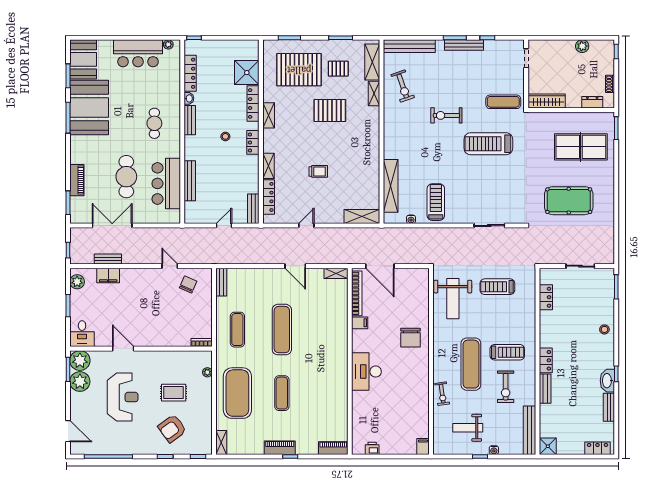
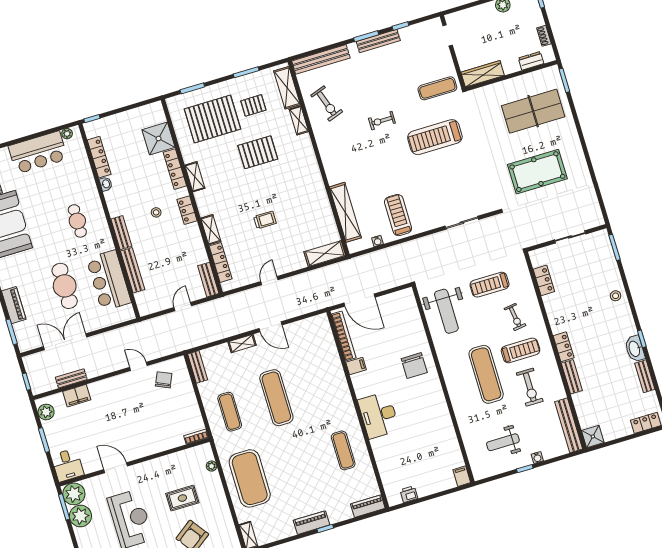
exercise bike: (446, 115) -> (382, 121), width x0.73, depth x0.72
bench: (190, 120) -> (121, 233), moved
shelving: (336, 273) -> (242, 344), moved
exercise mat: (282, 393) -> (343, 450), moved
exercise bike: (442, 394) -> (515, 317), moved

